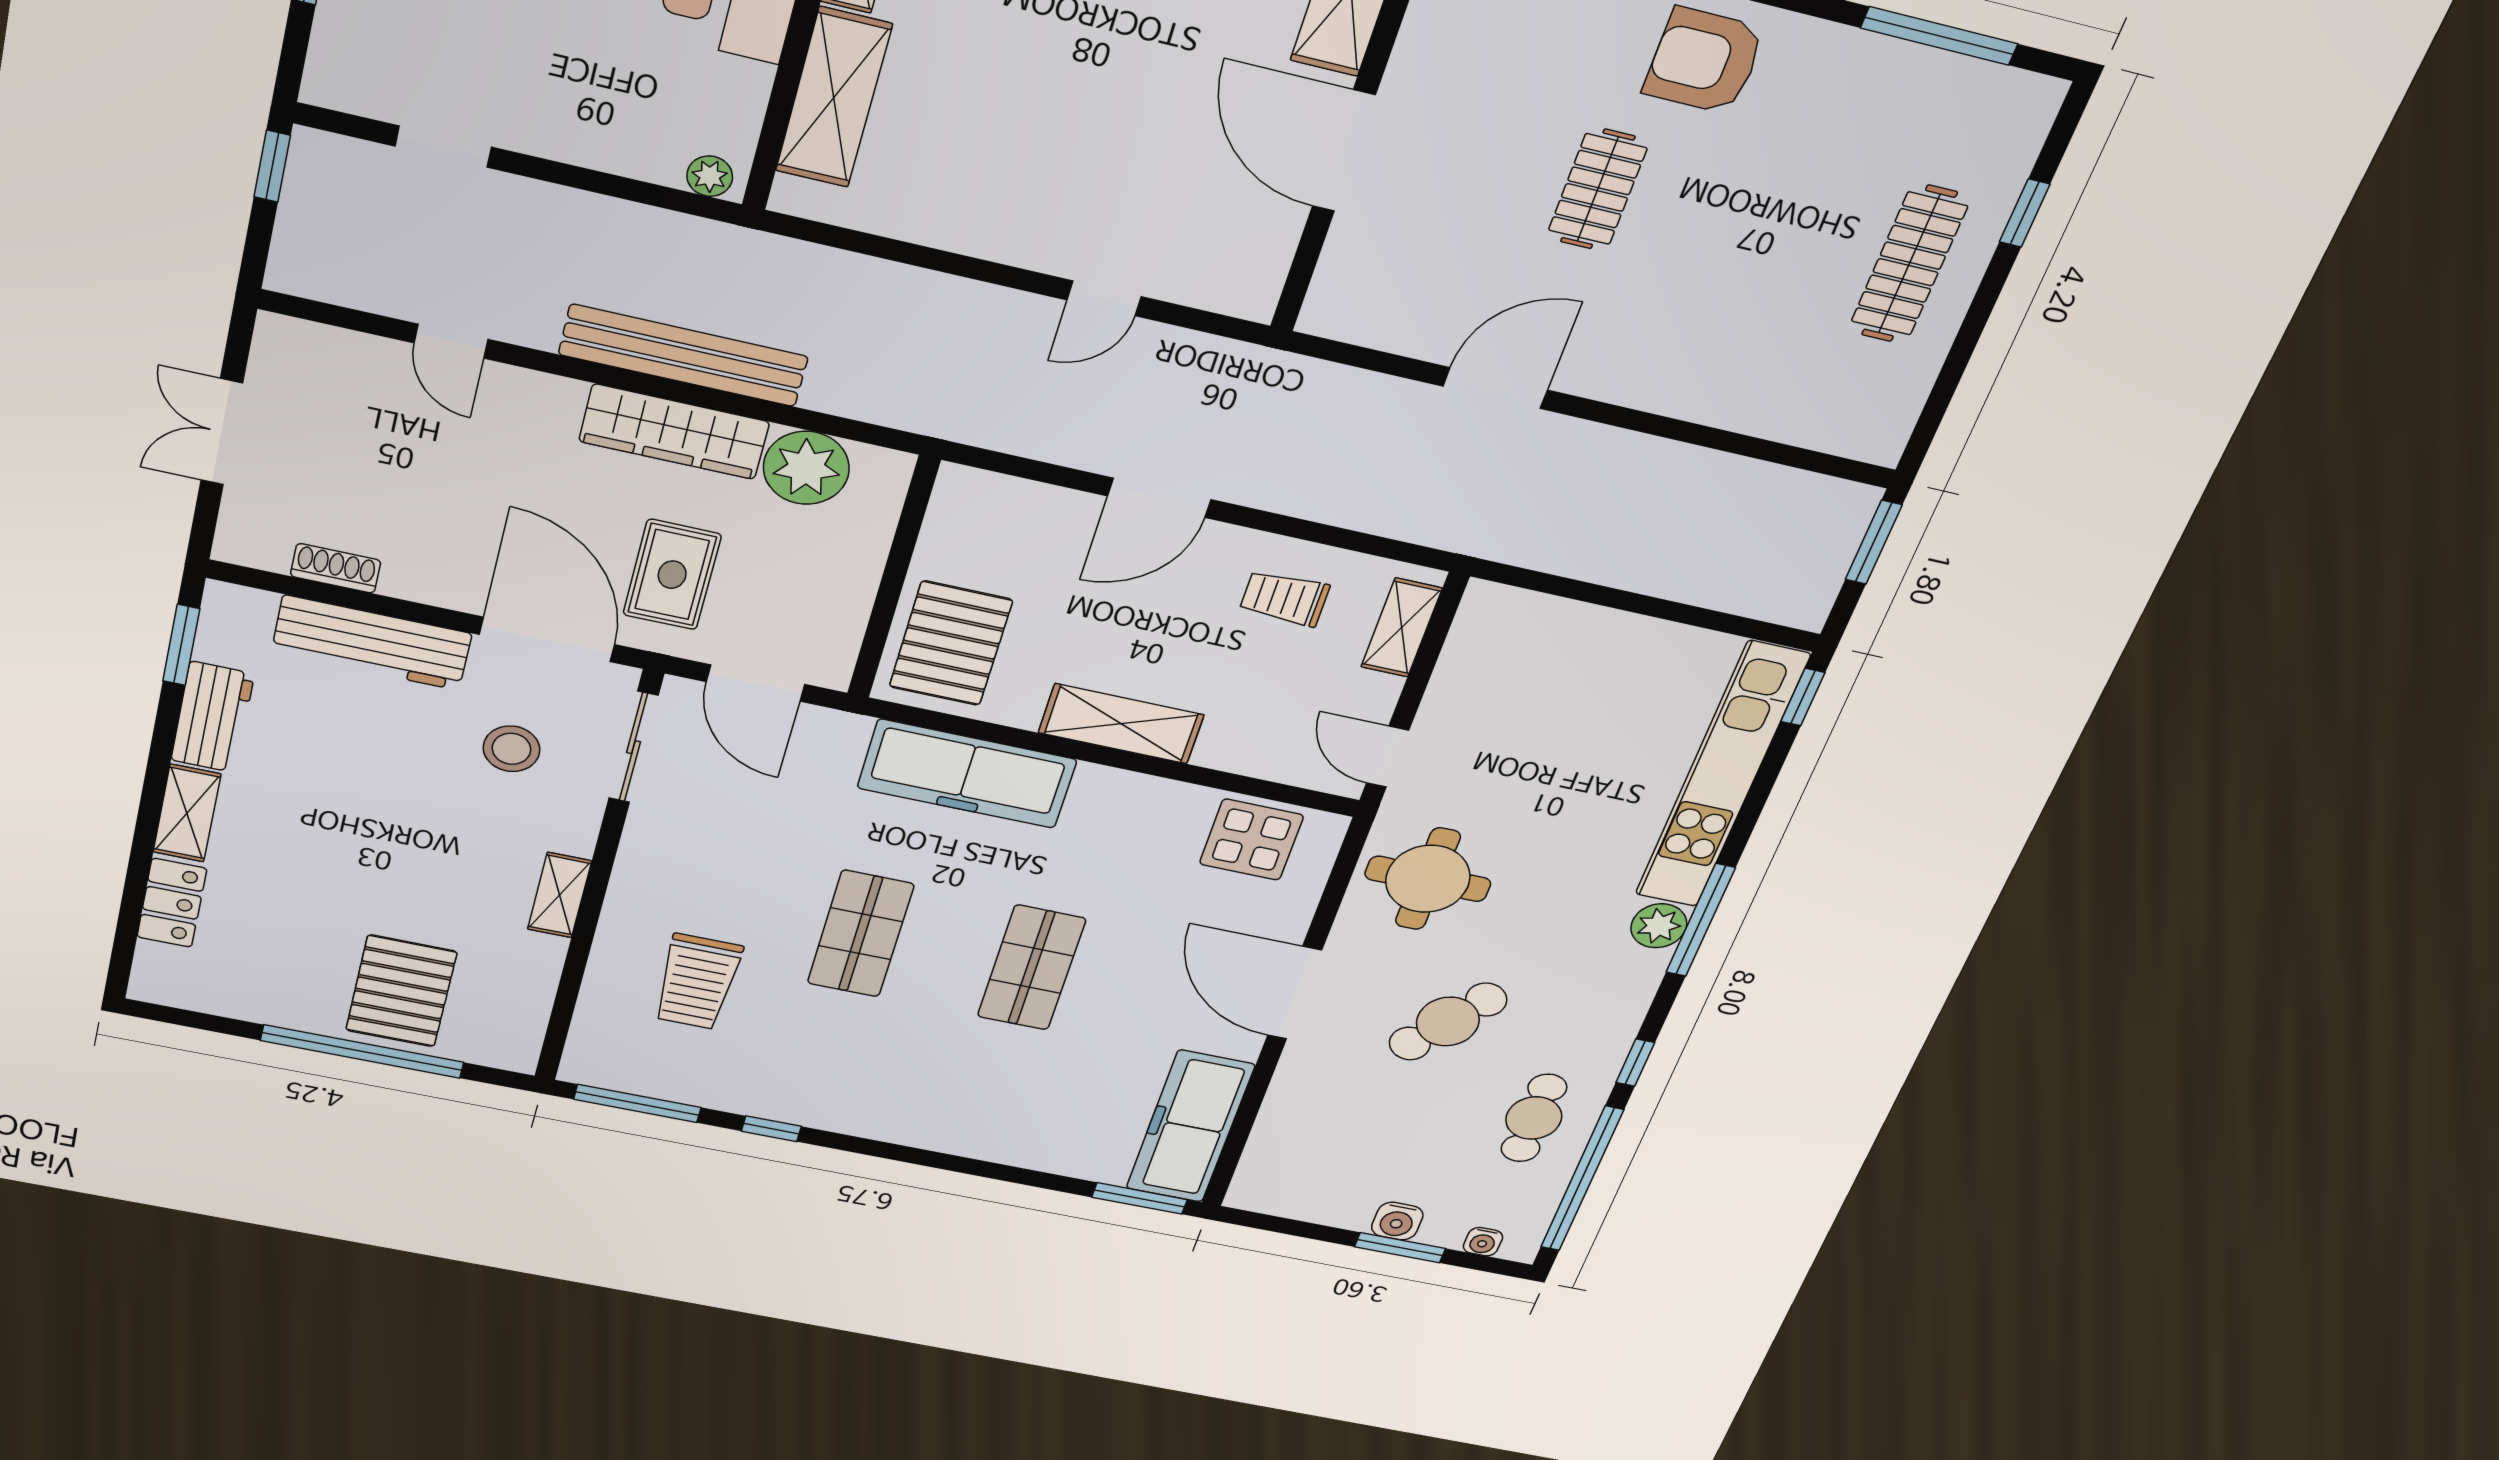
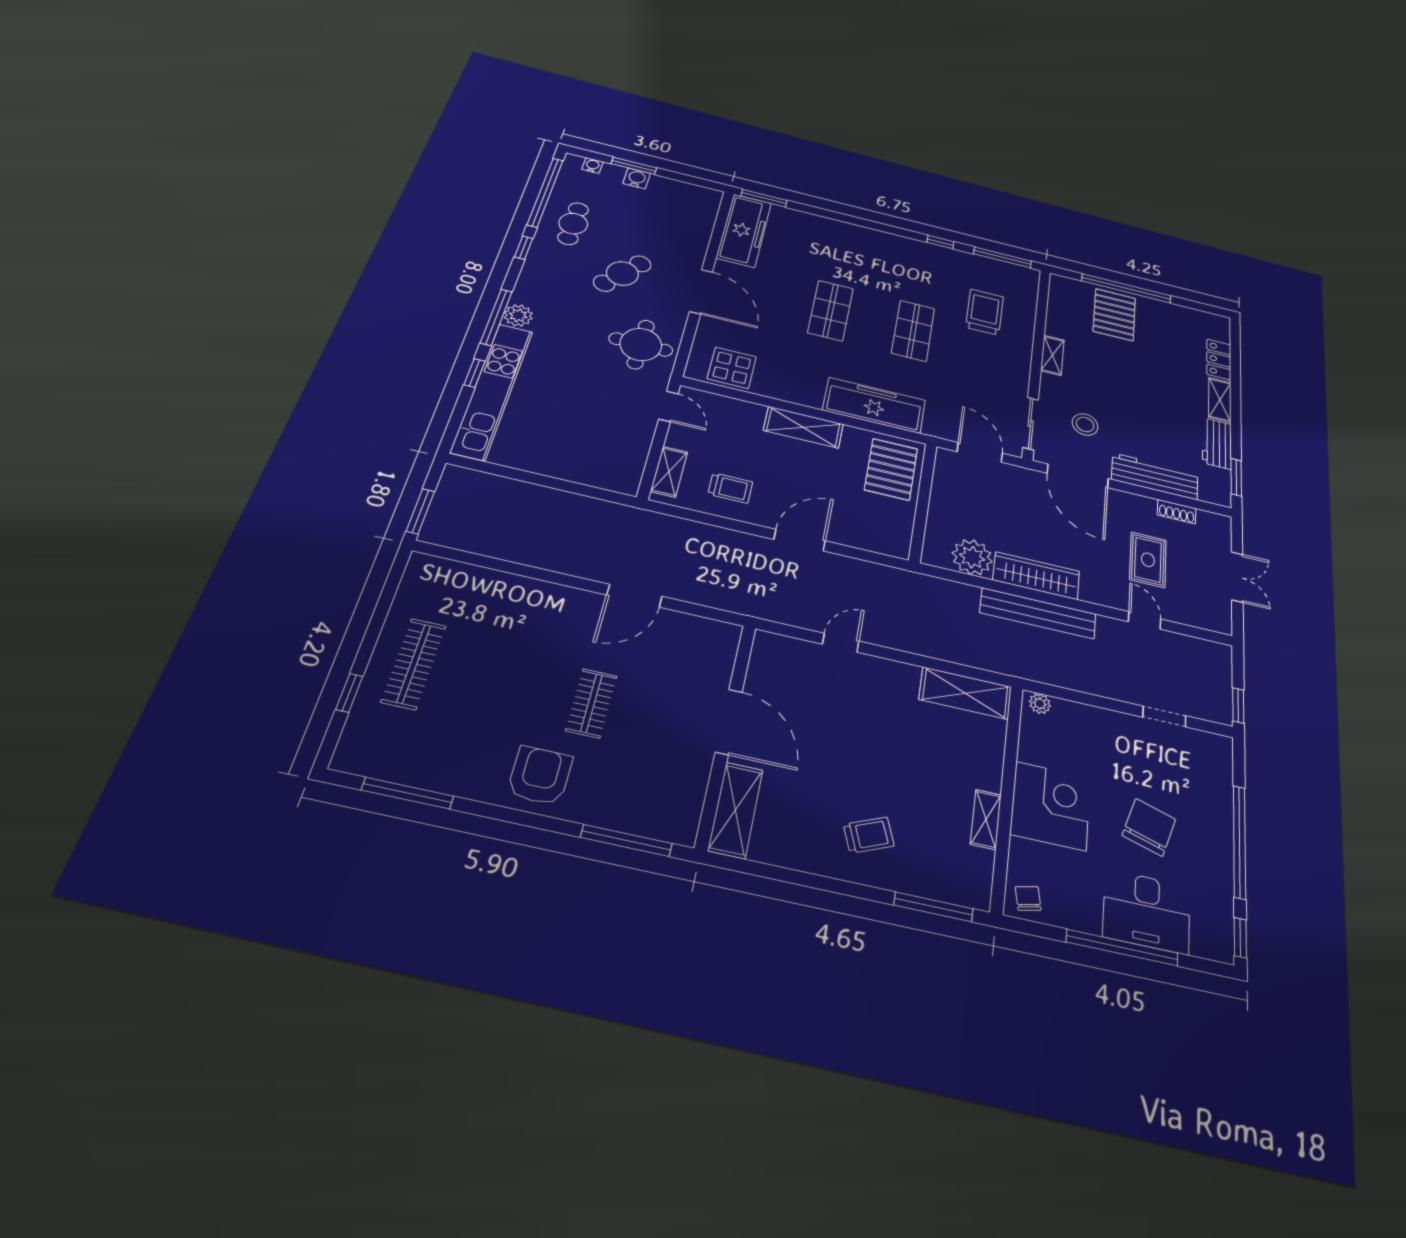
armchair: (1704, 61) -> (540, 776), turned -90
shelving: (834, 98) -> (965, 693), moved, turned 90
rug: (672, 575) -> (1148, 560), moved
window: (1803, 697) -> (475, 373), moved

